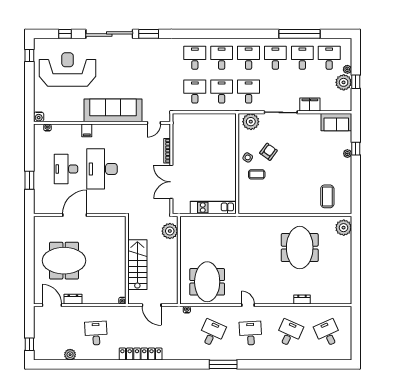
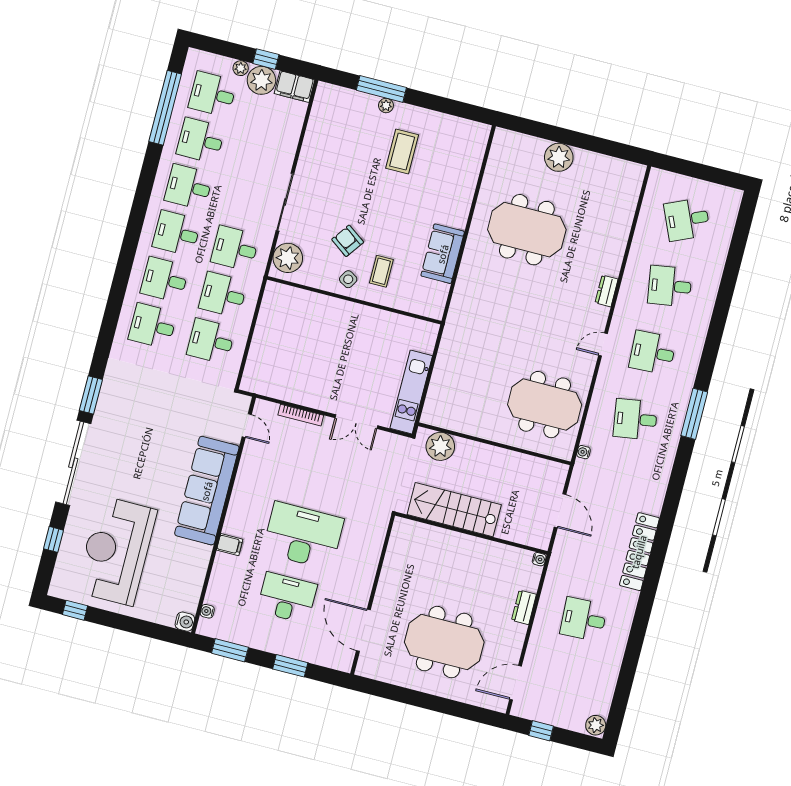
window: (300, 34) -> (165, 108), moved
filing cabinet: (310, 105) -> (294, 87), moved, turned -90
sofa: (336, 122) -> (443, 254), moved, turned 180
window: (29, 145) -> (230, 650), added
window: (356, 149) -> (381, 89), width x2.17
desk: (66, 169) -> (287, 598), turned 180
desk: (102, 169) -> (303, 536), turned 180
double door: (171, 182) -> (356, 422), width x0.73
coffee table: (327, 196) -> (402, 152), moved, turned 90
kitchen unit: (213, 208) -> (411, 392), moved
door: (75, 215) -> (363, 630), moved
plant: (344, 228) -> (559, 157), moved
meeting table: (64, 261) -> (444, 642), turned 90
stairs: (137, 265) -> (454, 510), moved
dresser: (73, 299) -> (524, 607), moved
dresser: (302, 299) -> (606, 291), moved
door: (152, 305) -> (560, 511), hinge flipped
desk: (212, 333) -> (635, 419), turned -33
desk: (289, 333) -> (670, 286), turned -33
window: (29, 344) -> (541, 731), moved
plant: (70, 355) -> (596, 725), moved

